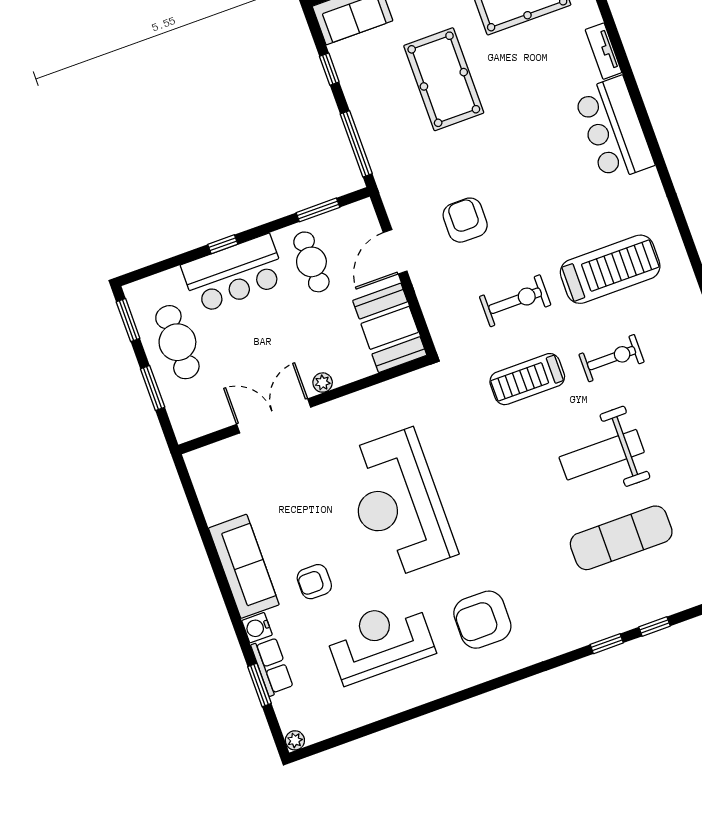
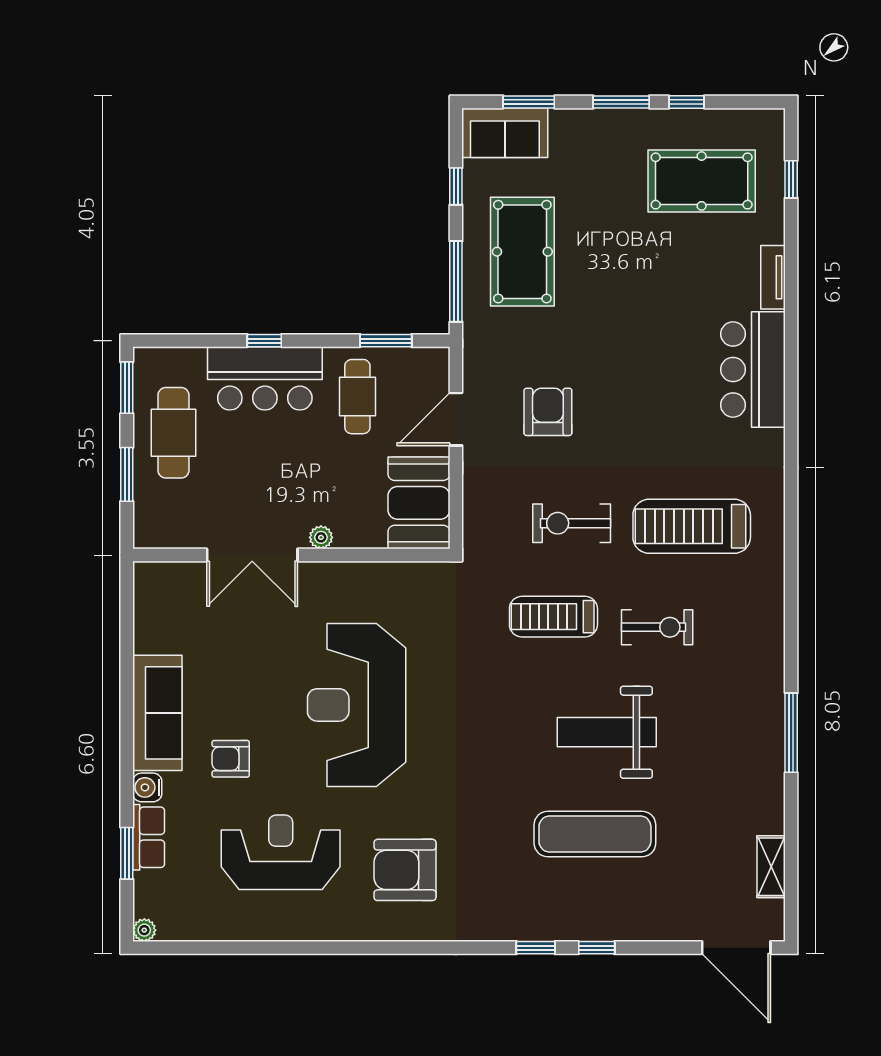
pool table: (444, 79) -> (522, 252), moved
treadmill: (610, 269) -> (692, 526), turned 180
exercise bike: (515, 301) -> (572, 523), turned 180
double door: (274, 416) -> (252, 555), swing flipped

